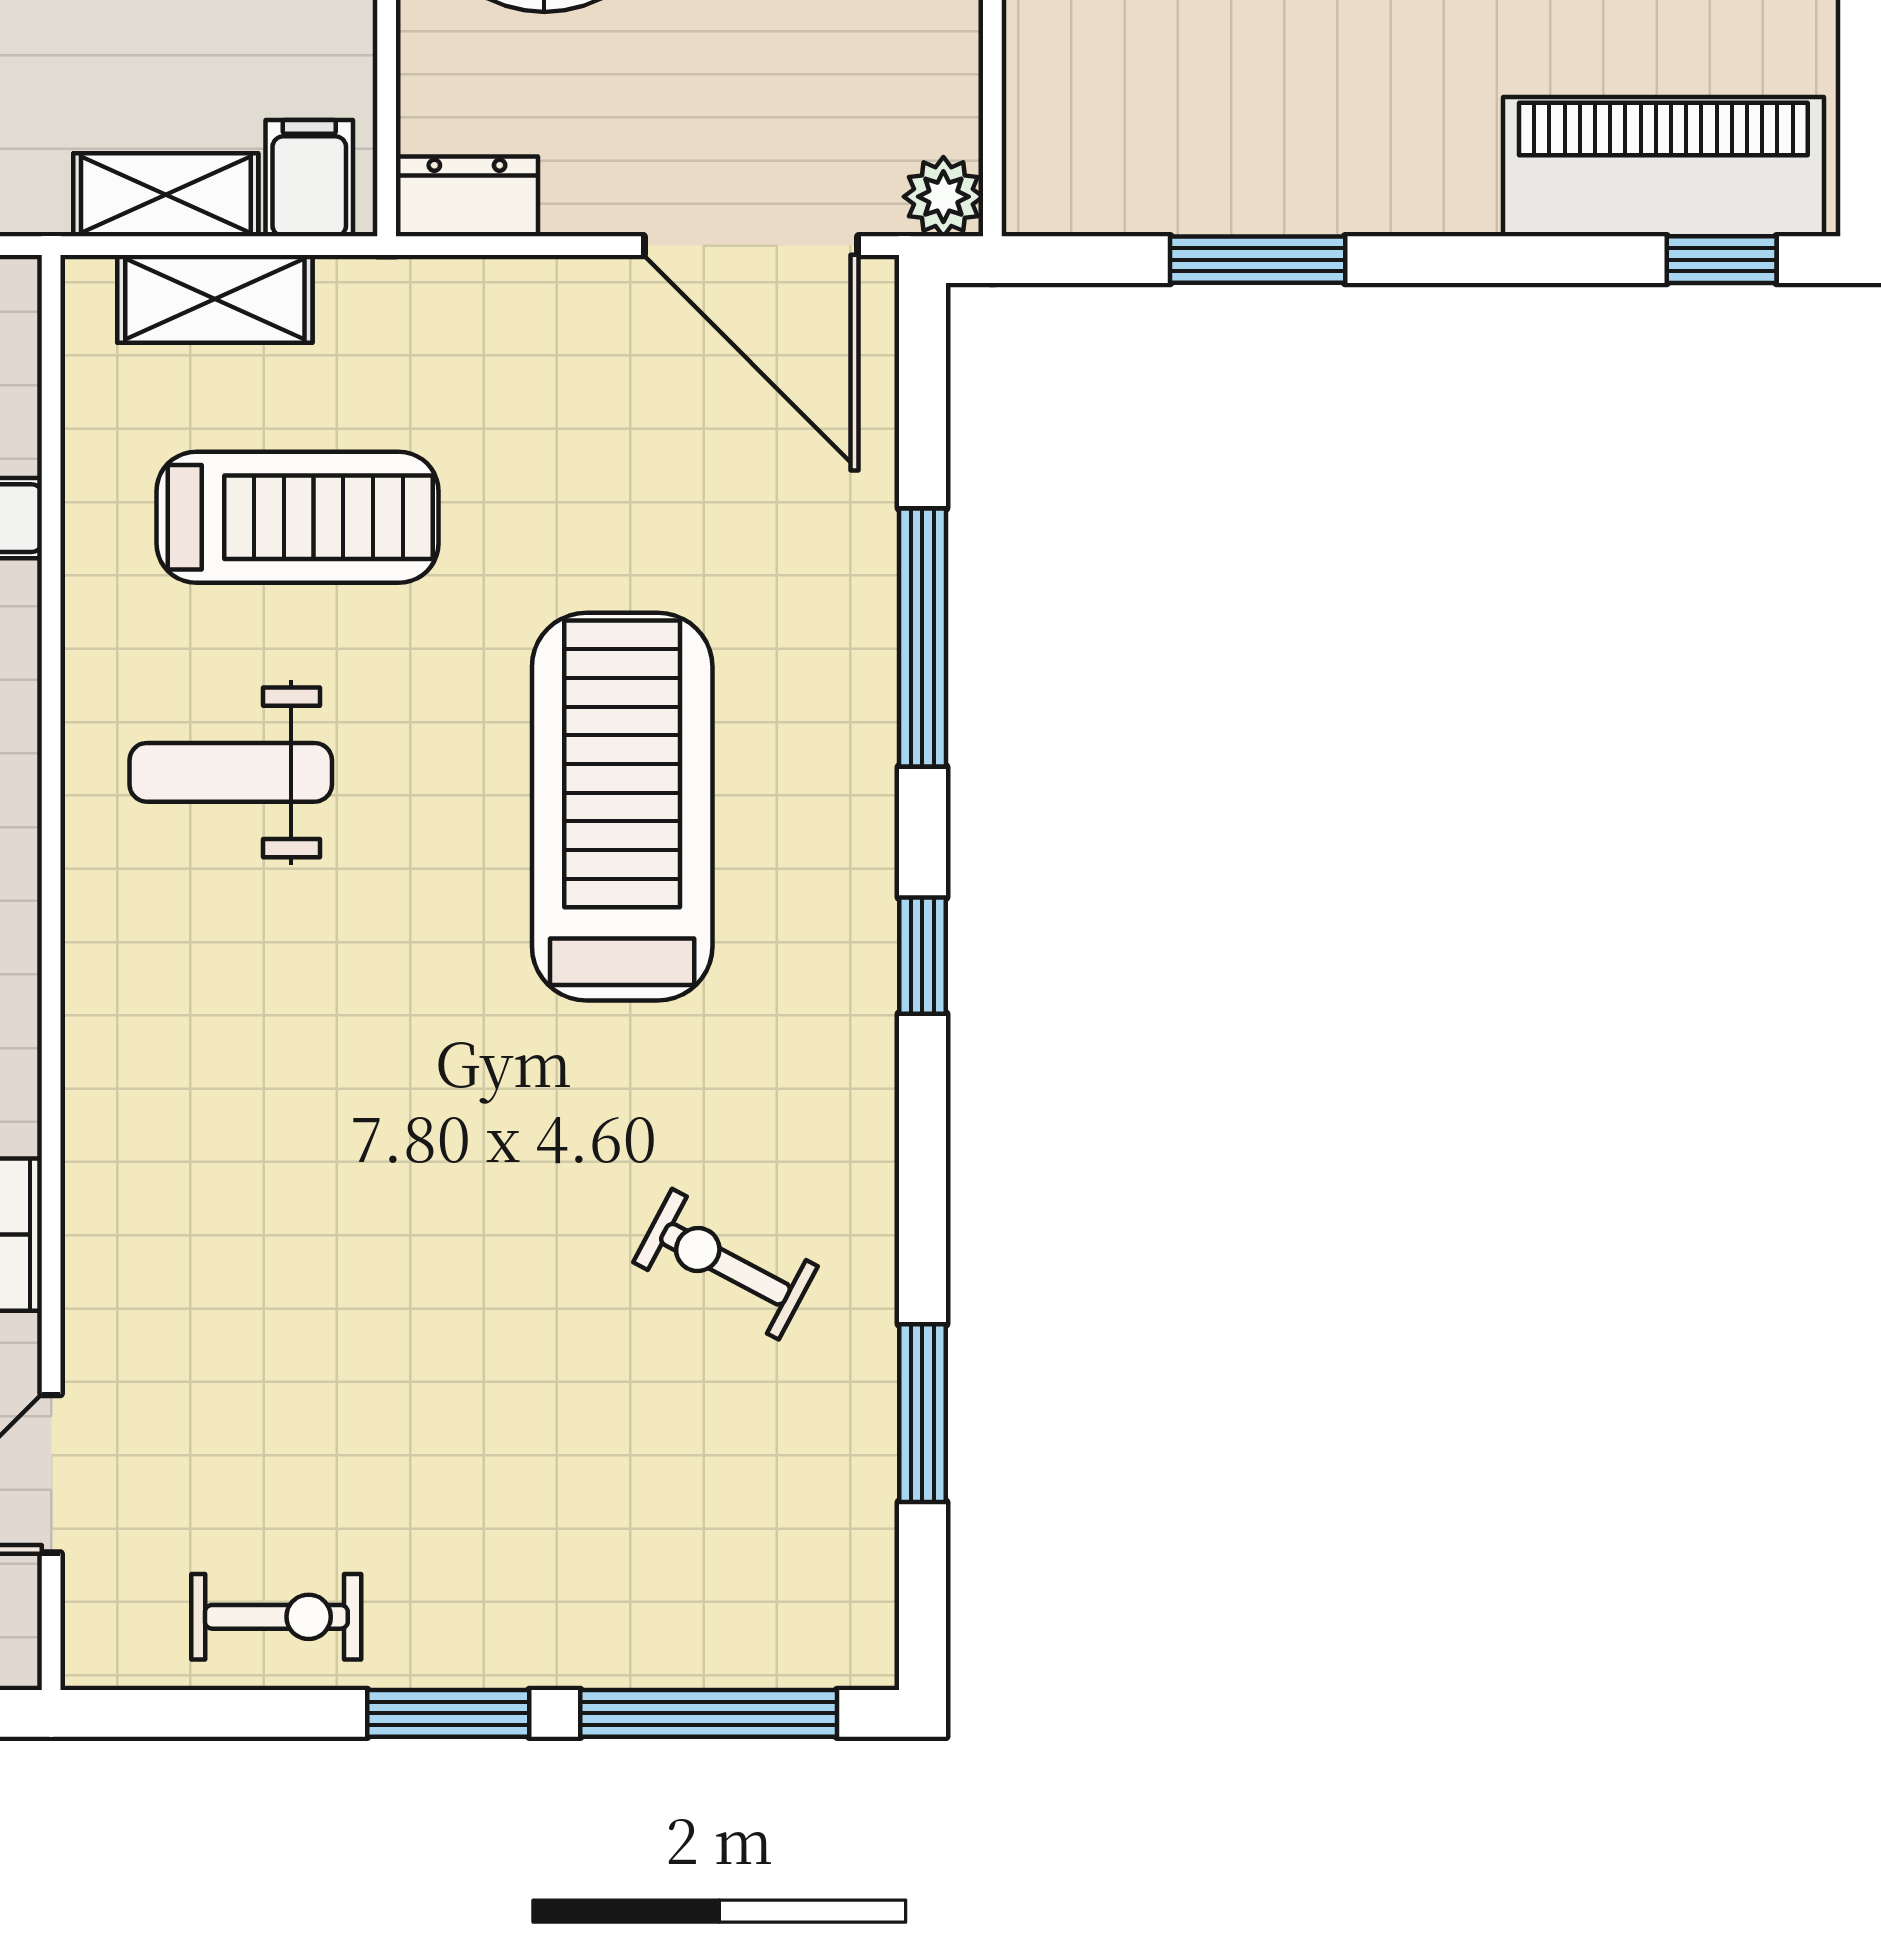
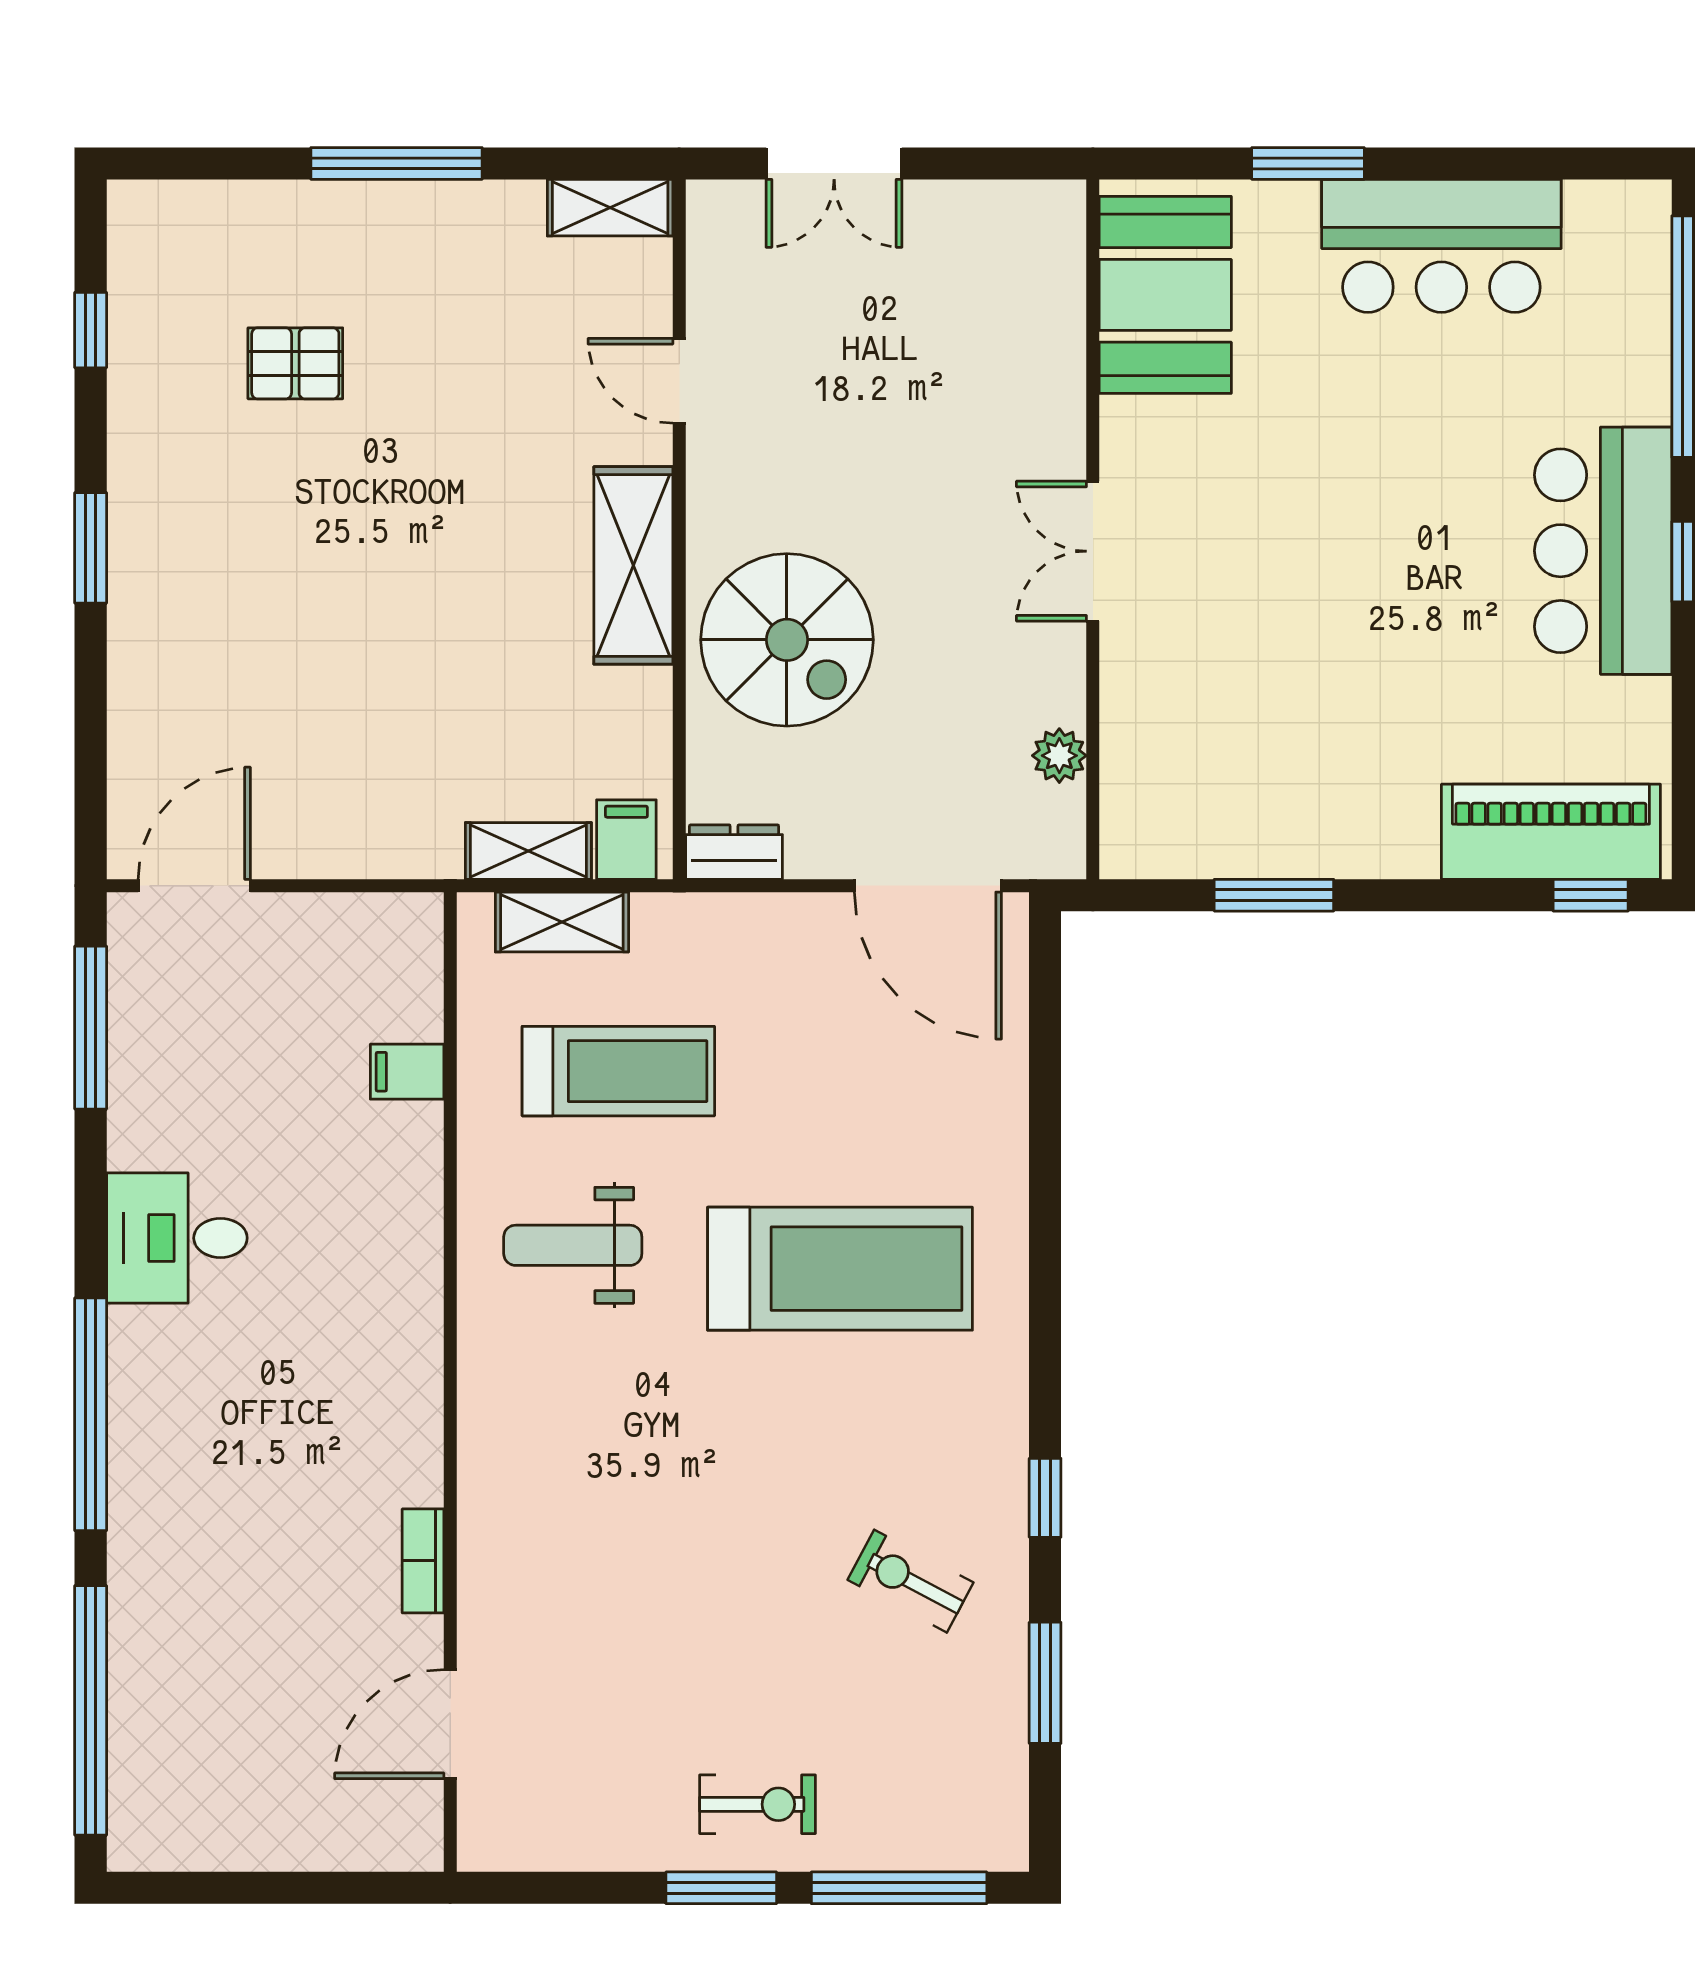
plant: (943, 197) -> (1059, 756), moved
window: (922, 638) -> (1045, 1153), removed
treadmill: (622, 807) -> (840, 1269), turned 90
window: (922, 956) -> (1045, 1498), moved
exercise bike: (276, 1617) -> (757, 1804), moved

